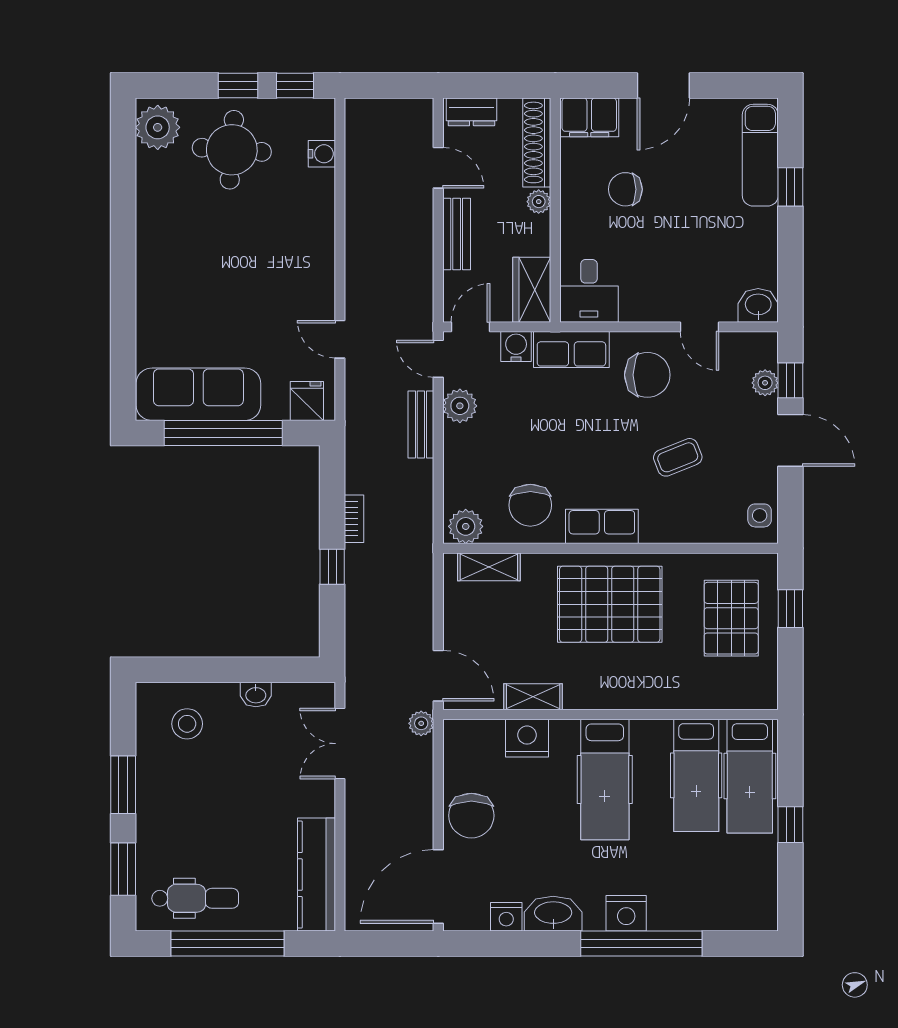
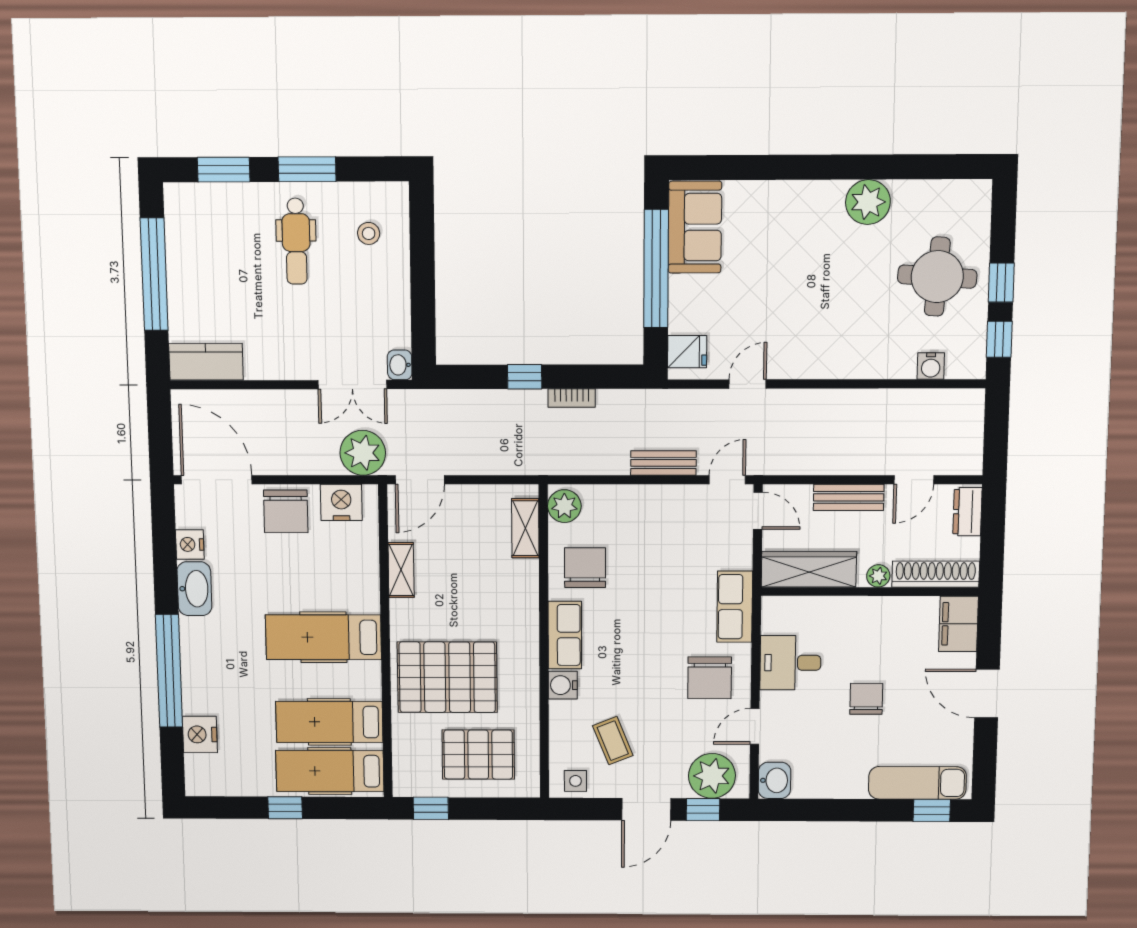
plant: (158, 127) -> (868, 202), moved
window: (790, 187) -> (932, 810), moved
chair: (625, 189) -> (866, 699), moved
wardrobe: (532, 290) -> (809, 569), width x1.50
desk: (589, 291) -> (790, 663), moved
water cooler: (516, 347) -> (563, 685), moved, turned 180
plant: (765, 383) -> (712, 776), width x1.87, depth x1.87
sofa: (198, 394) -> (695, 227), width x0.73
plant: (460, 406) -> (681, 500), removed
coffee table: (678, 457) -> (613, 741), moved
chair: (530, 505) -> (585, 568), turned 90
pallet: (610, 604) -> (447, 677), moved, turned 90
window: (790, 609) -> (431, 808), moved
washbasin: (256, 695) -> (400, 365), moved
plant: (421, 723) -> (363, 453), width x1.88, depth x1.88
stool: (187, 724) -> (369, 233), width x0.73, depth x0.73
nightstand: (527, 738) -> (341, 502), moved, turned -90
double door: (340, 744) -> (352, 385), swing flipped
chair: (471, 816) -> (286, 511), turned -90
kitchen counter: (316, 875) -> (206, 362), width x0.67
dental chair: (195, 898) -> (296, 241), moved
nightstand: (626, 913) -> (200, 734), moved

